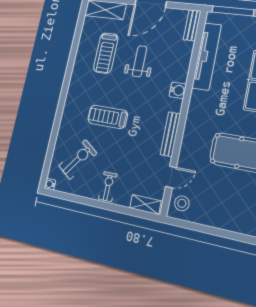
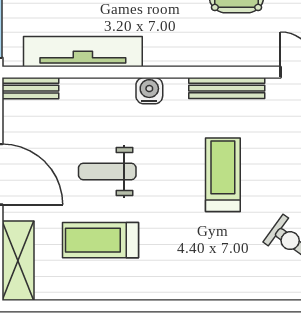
treadmill: (106, 53) -> (100, 240), turned 180
treadmill: (108, 117) -> (223, 175), moved, turned 180

